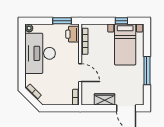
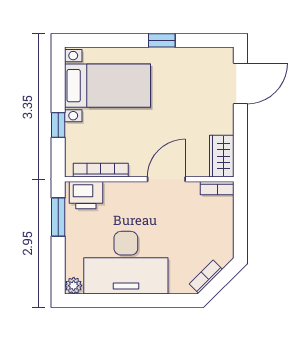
window: (121, 21) -> (58, 125), moved
window: (147, 71) -> (162, 40), width x0.46
wardrobe: (105, 99) -> (222, 156), moved

